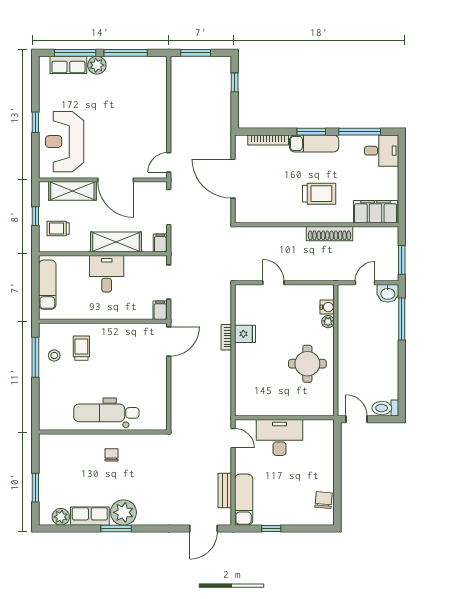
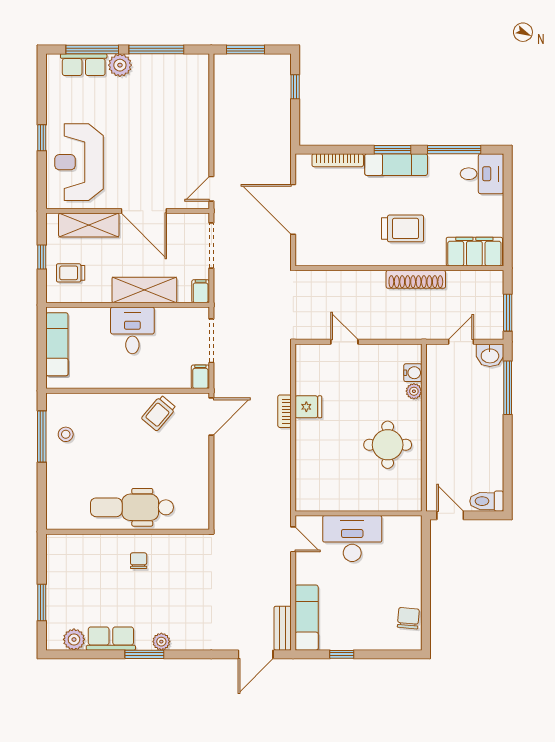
trolley: (81, 348) -> (159, 413), moved, turned -140
bench: (225, 491) -> (283, 628), moved
plant: (123, 512) -> (161, 642), width x0.53, depth x0.53

